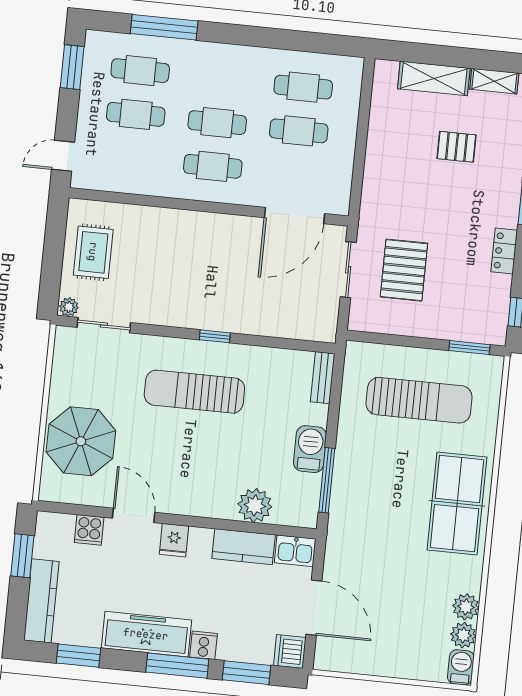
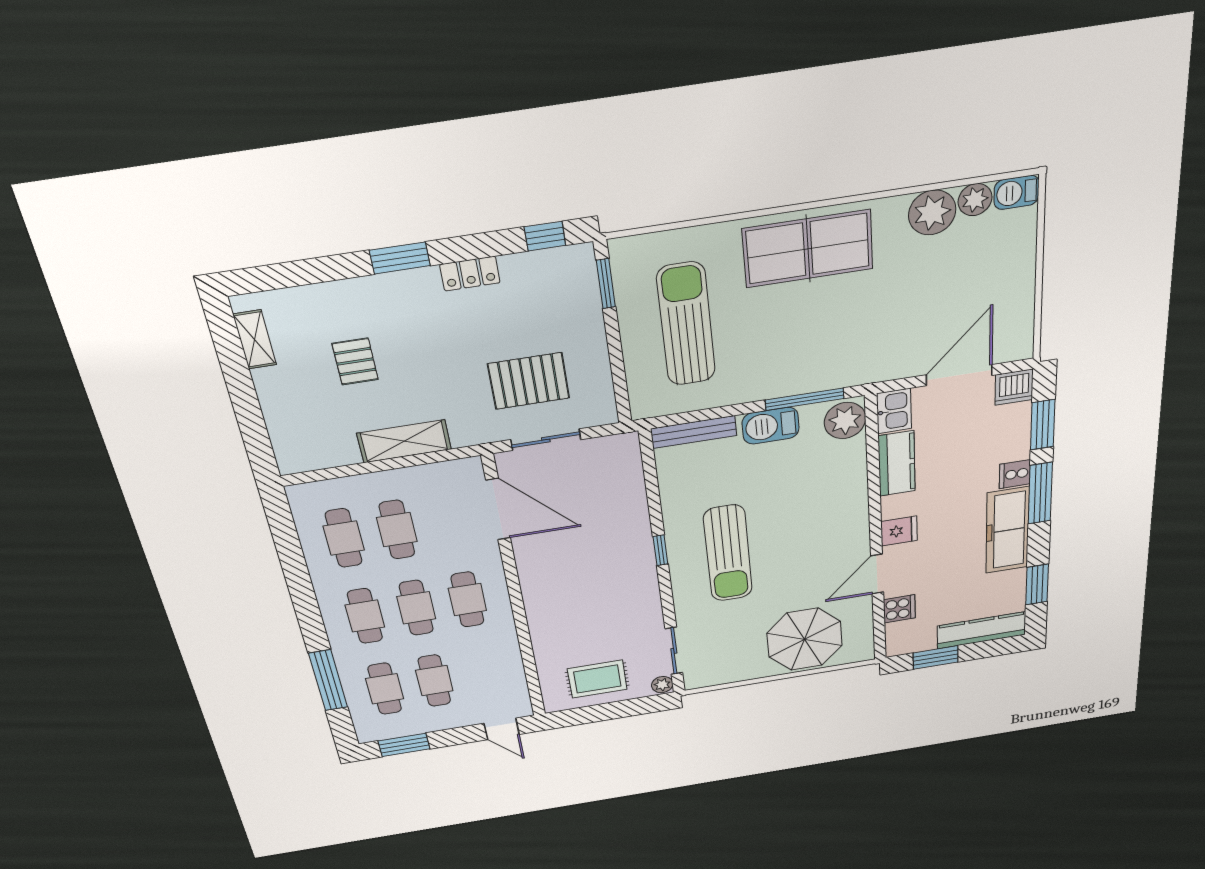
shelving: (434, 78) -> (404, 441), moved, turned 90
cafe table: (222, 79) -> (365, 616), added
bench: (323, 378) -> (694, 432), width x1.36
plant: (255, 505) -> (845, 421), moved
plant: (466, 607) -> (932, 212), width x1.36, depth x1.36

